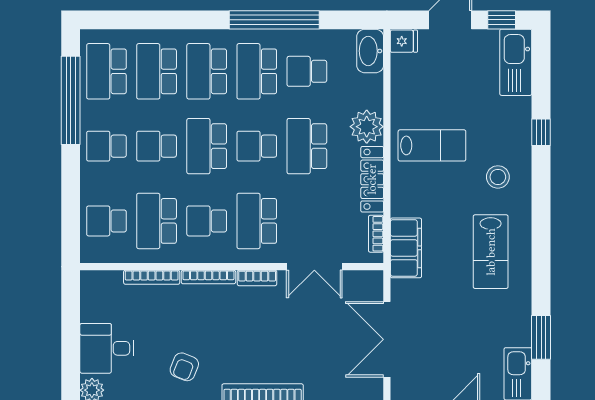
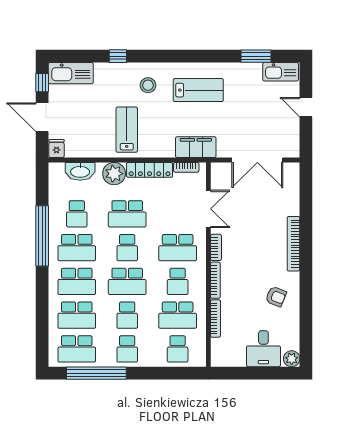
washbasin: (370, 51) -> (80, 171), moved

